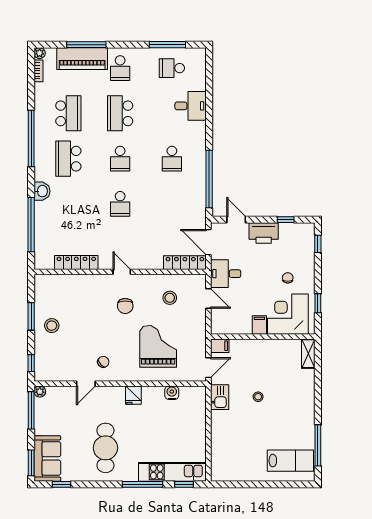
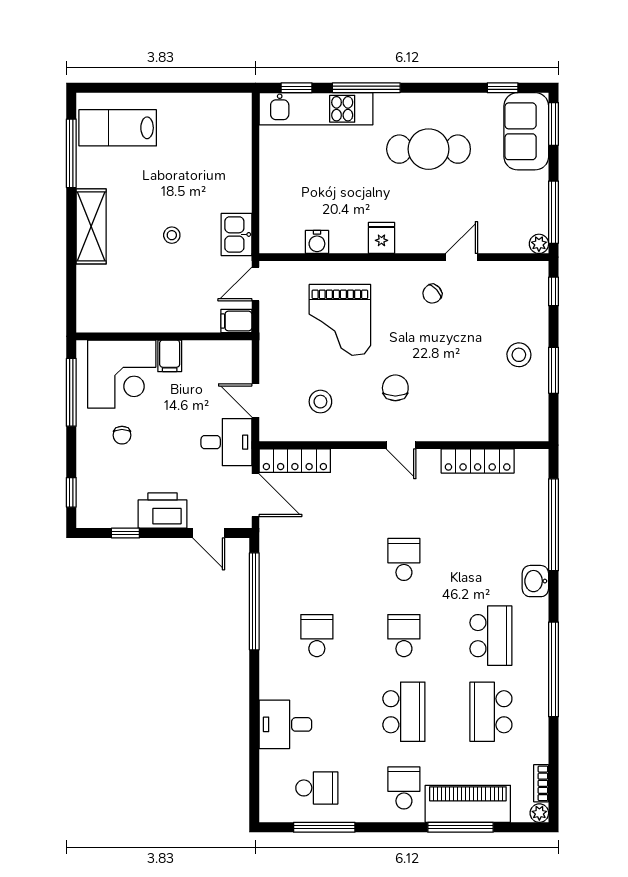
window: (318, 303) -> (71, 392), width x2.17
shelving: (308, 354) -> (91, 226), moved, width x1.50, depth x1.33
cafe table: (105, 448) -> (429, 149), turned 90

